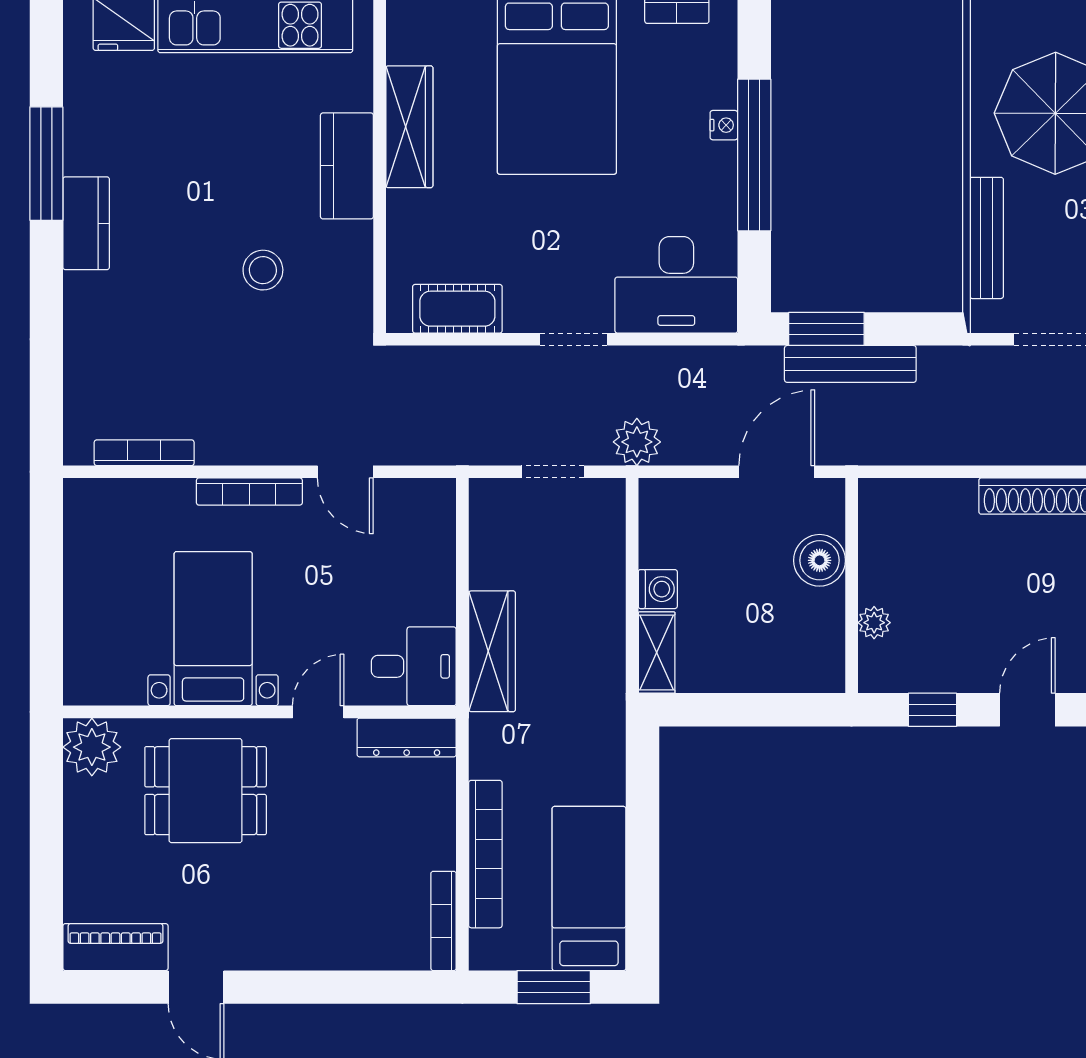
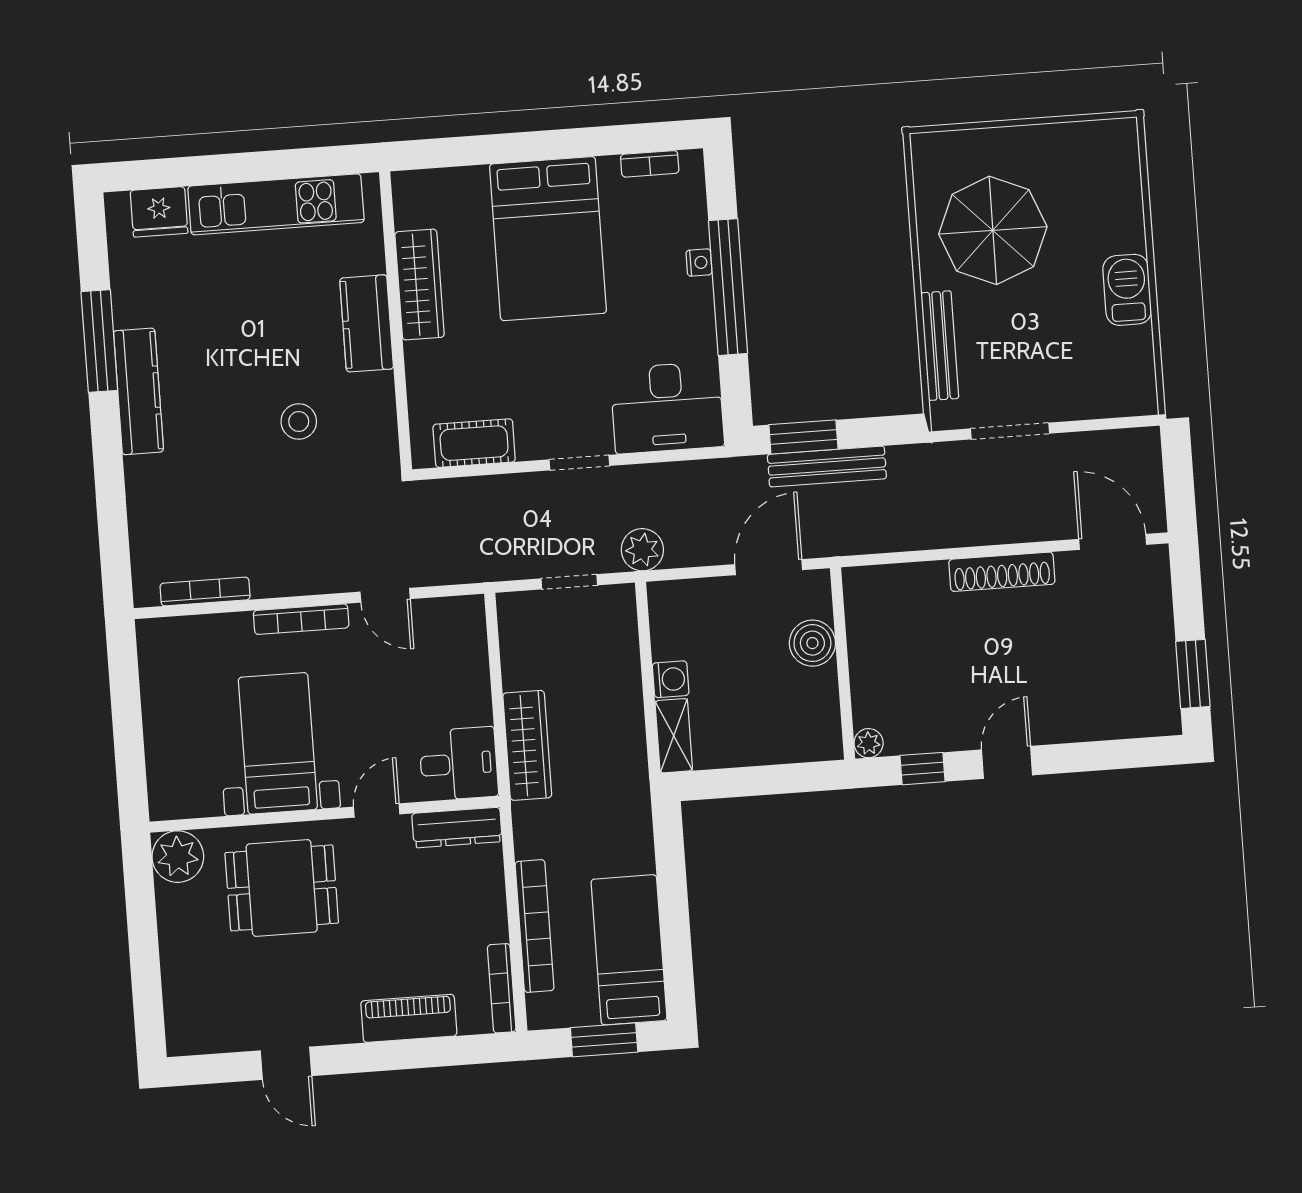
kitchen counter: (86, 223) -> (139, 391), width x1.50
plant: (874, 623) -> (869, 743), moved
piano: (115, 947) -> (409, 1018), moved

